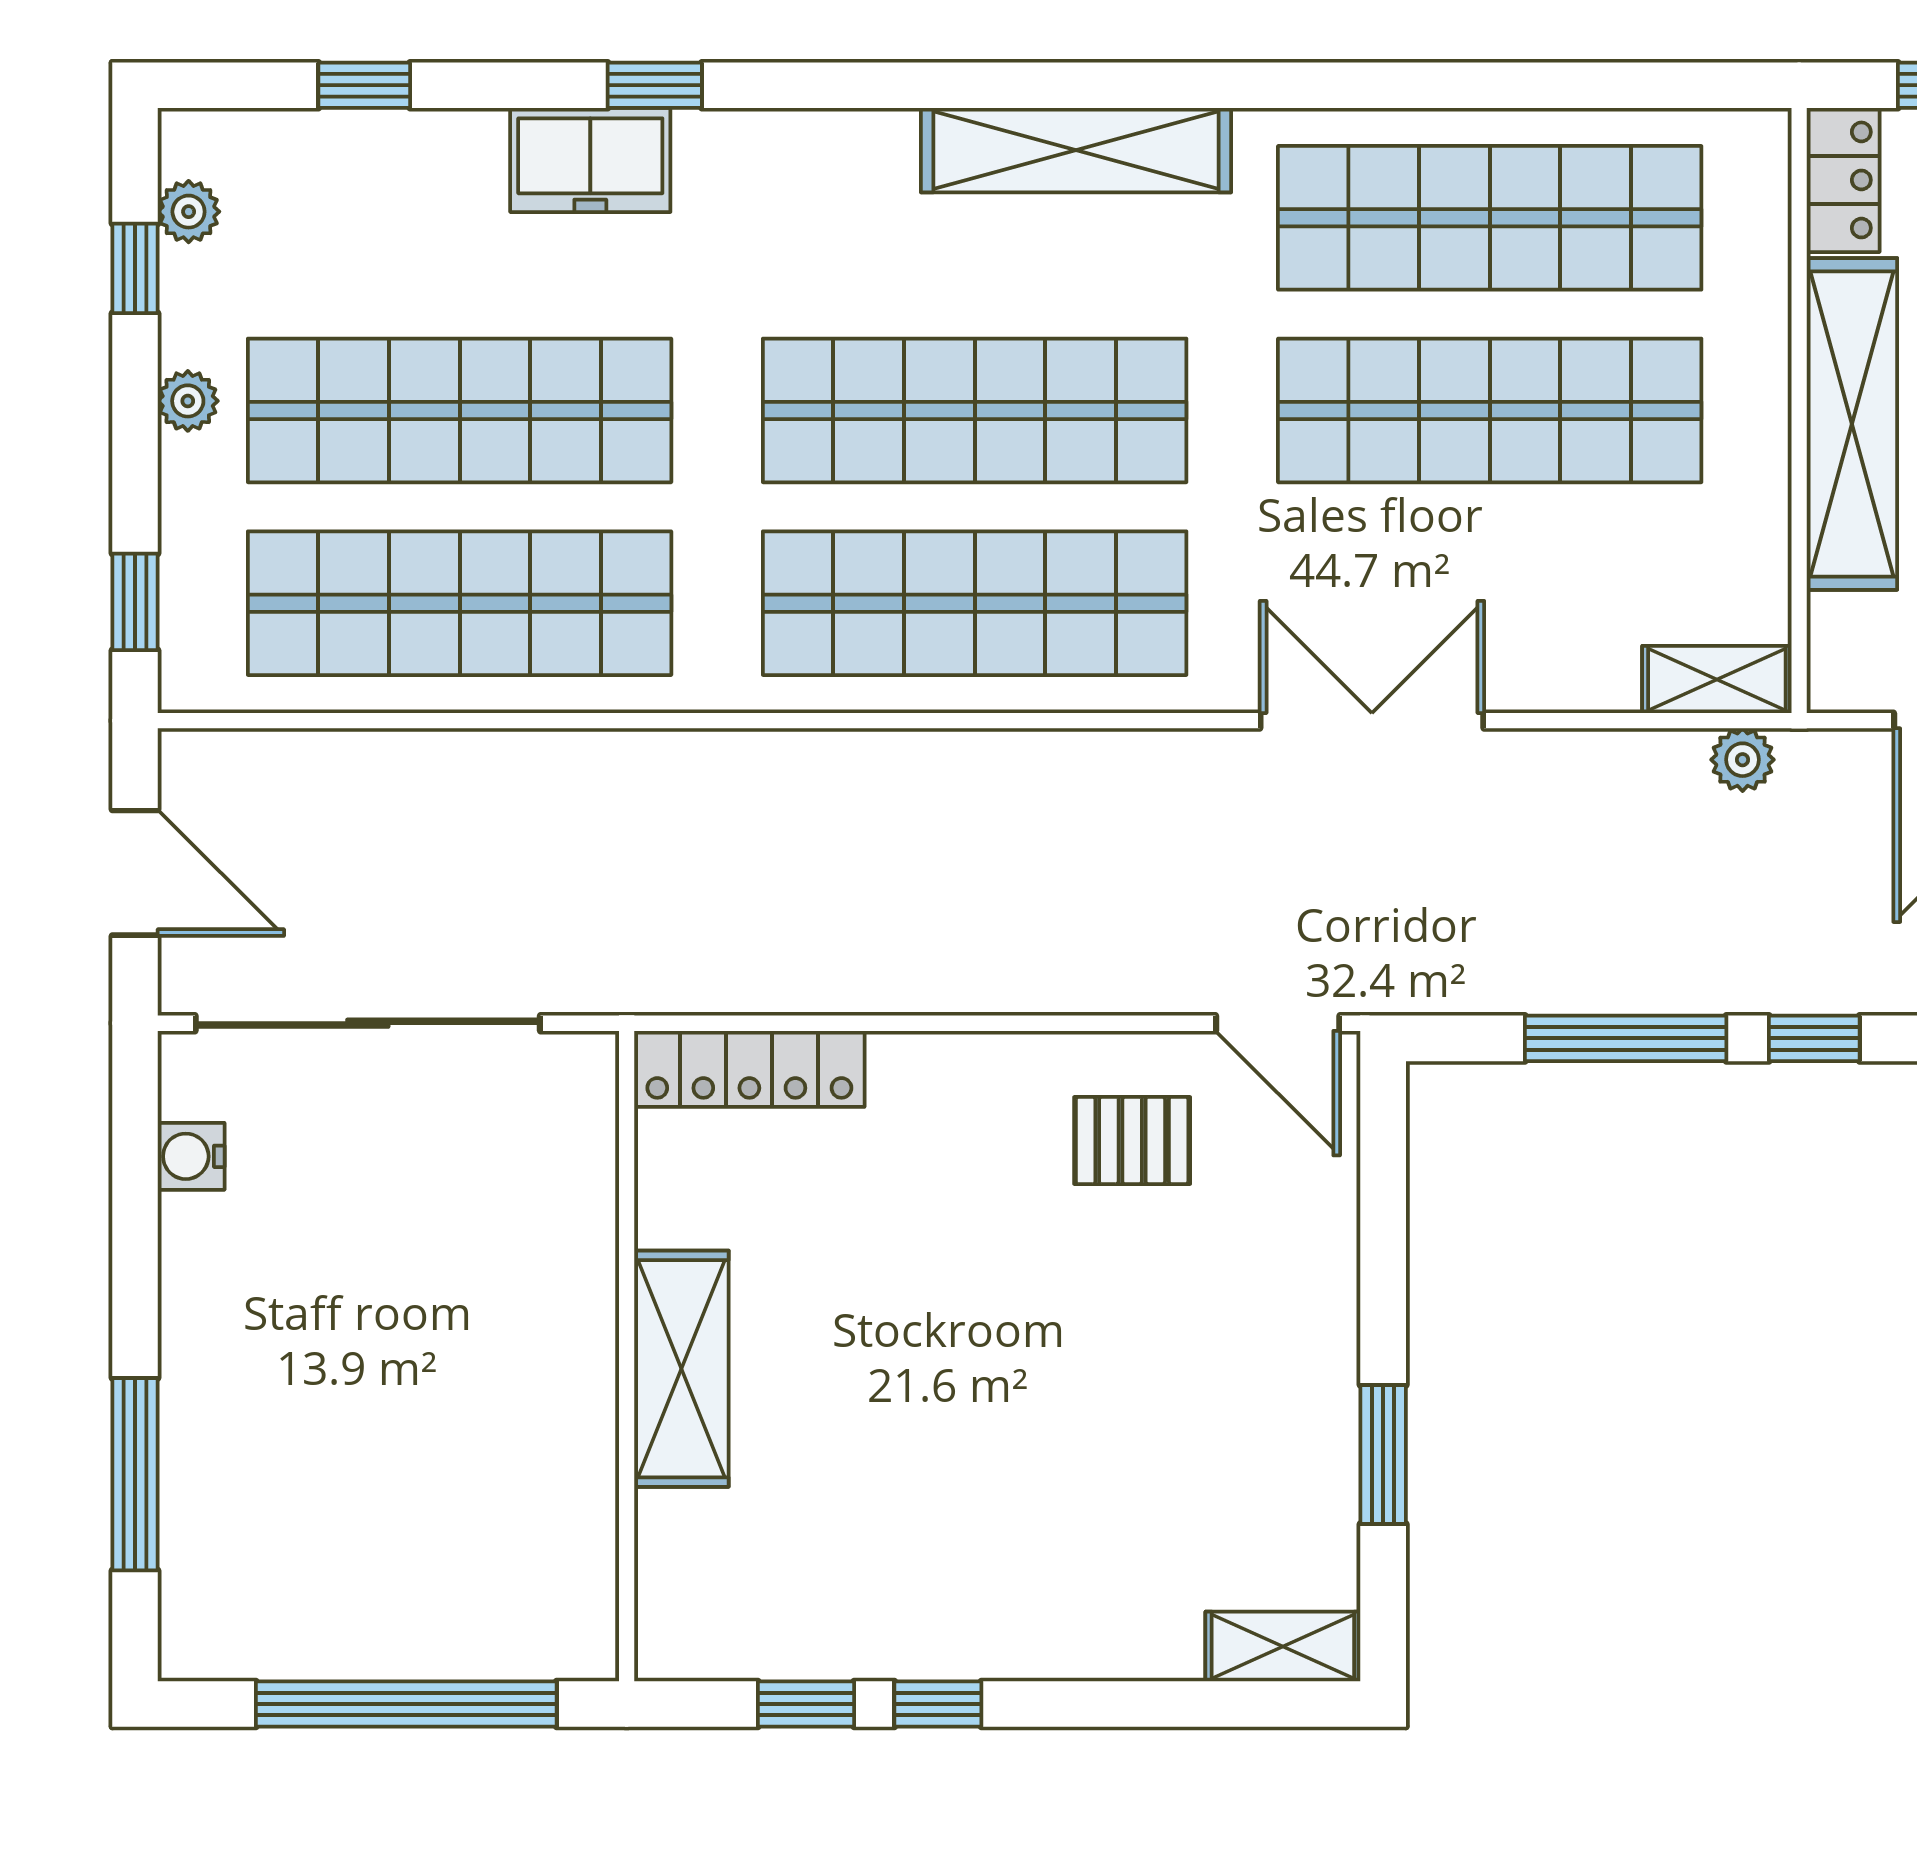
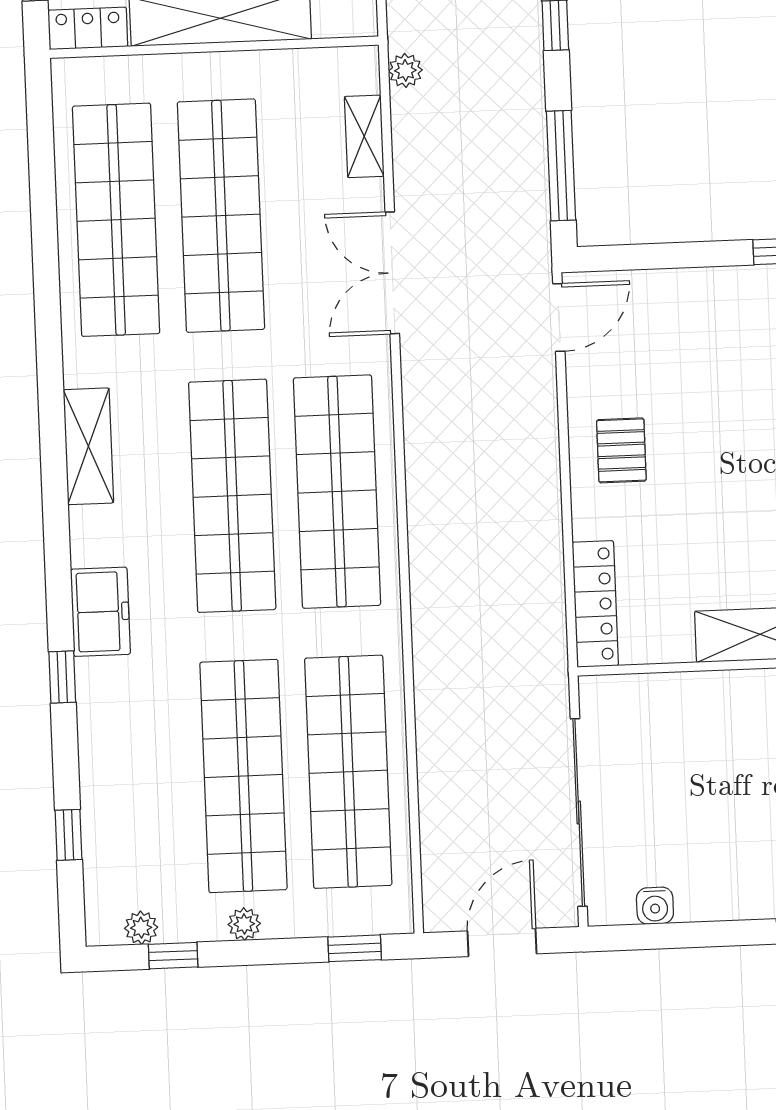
shelving: (1076, 150) -> (88, 446), width x0.68
freezer: (590, 160) -> (100, 612), moved
shelving: (1717, 679) -> (364, 136), moved
window: (1626, 1038) -> (561, 166), moved
pallet: (1132, 1140) -> (621, 450), moved

